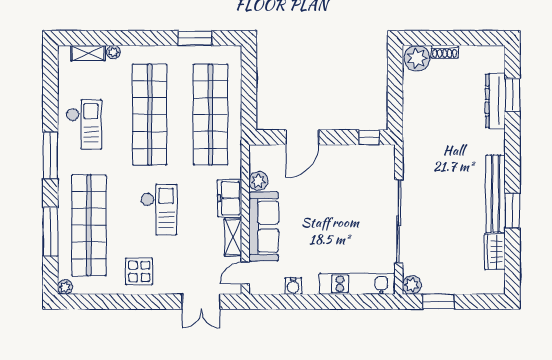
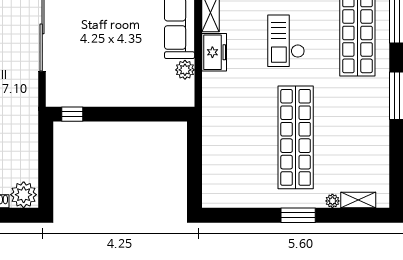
window: (195, 38) -> (298, 215), moved
shop shelf: (210, 115) -> (234, 137), removed
checkout: (84, 125) -> (363, 127), removed
door: (302, 137) -> (140, 114), removed

